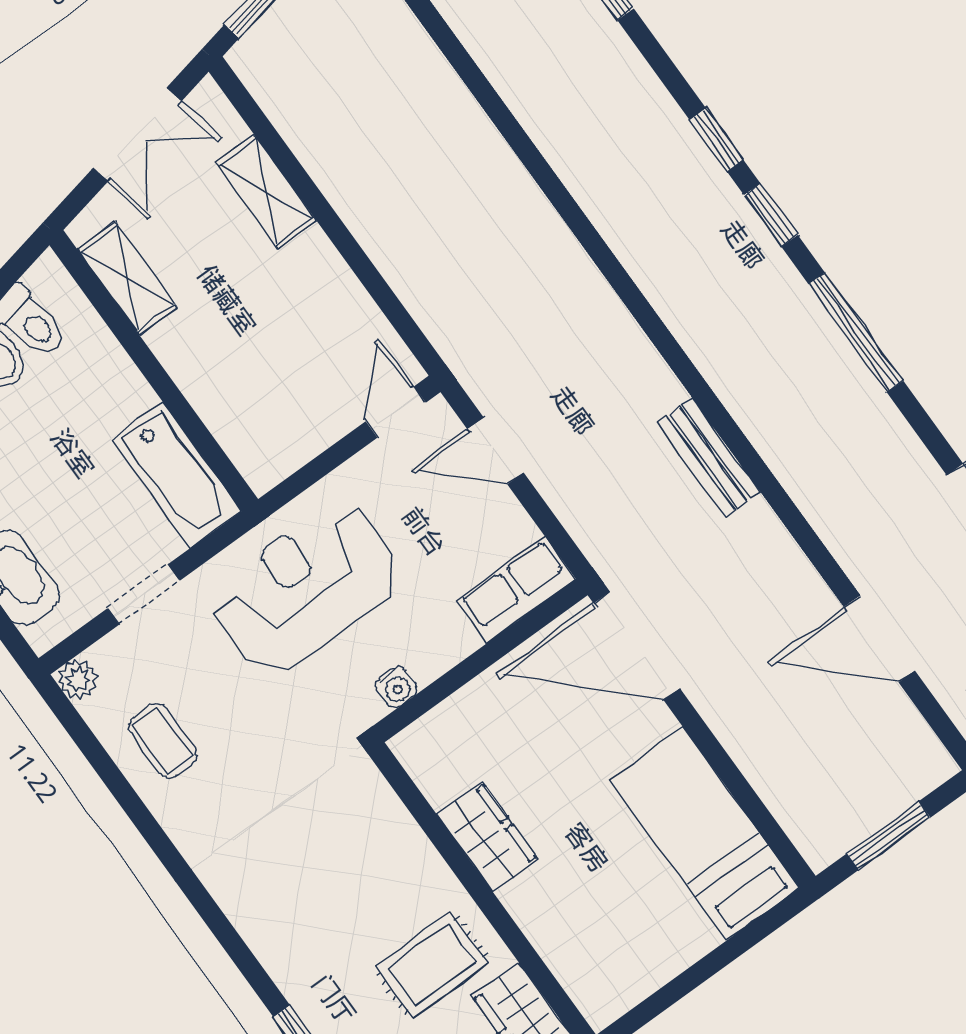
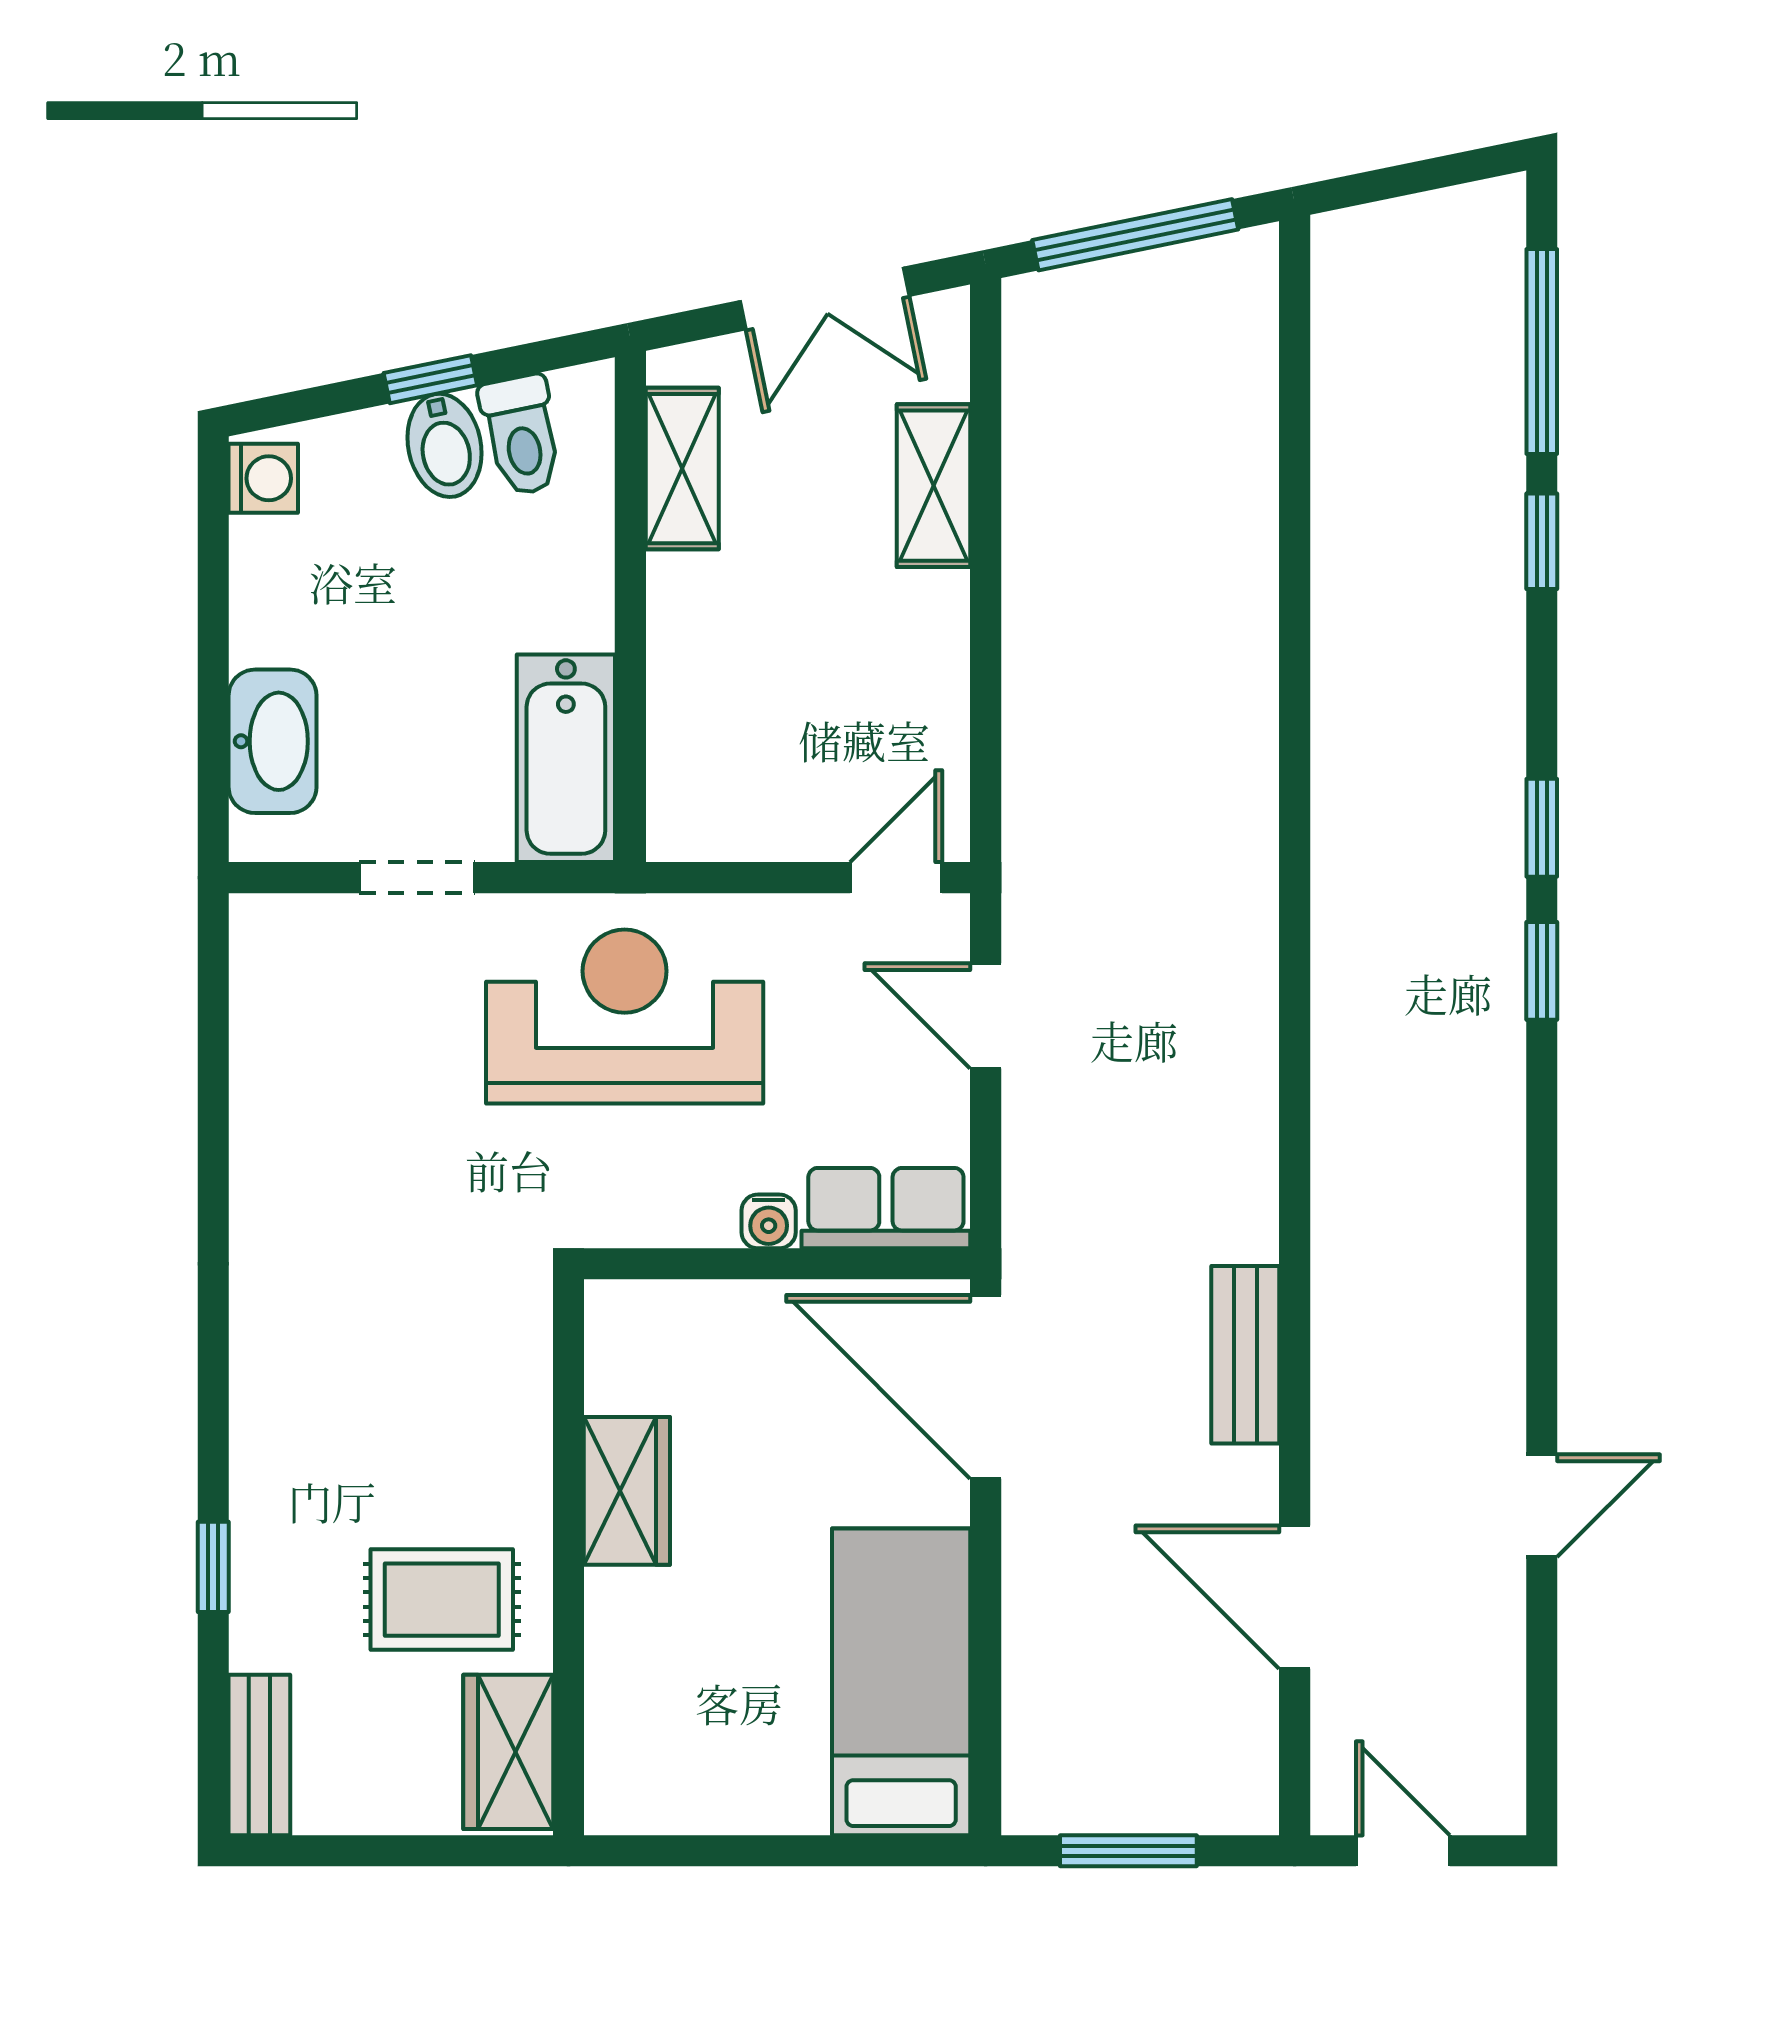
window: (856, 332) -> (1542, 1194), removed
bench: (709, 458) -> (1245, 1355), moved
plant: (78, 679) -> (259, 924), removed
water cooler: (396, 687) -> (769, 1221), moved
coffee table: (163, 741) -> (309, 1077), removed

